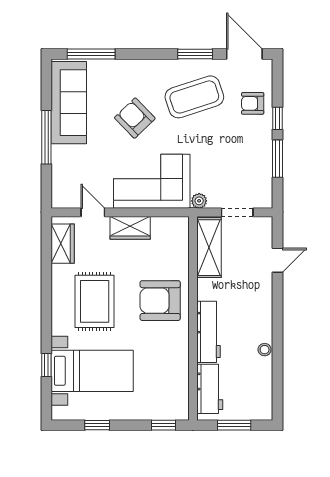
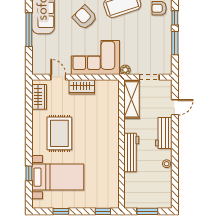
armchair: (160, 301) -> (101, 133), removed
workbench: (210, 389) -> (164, 133), moved, turned 180

